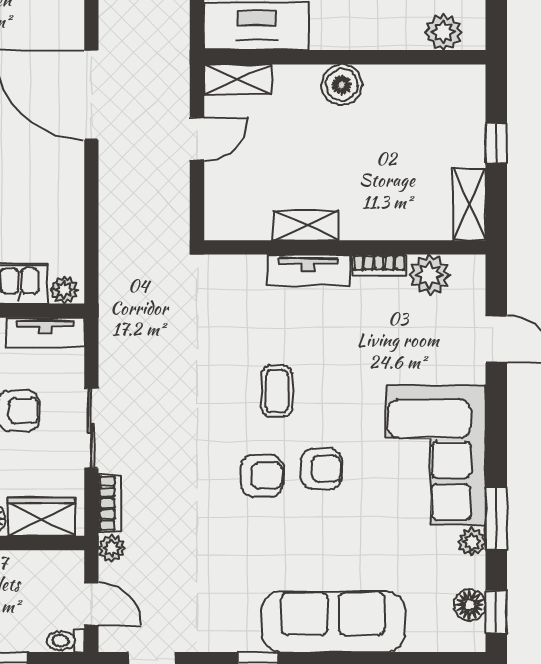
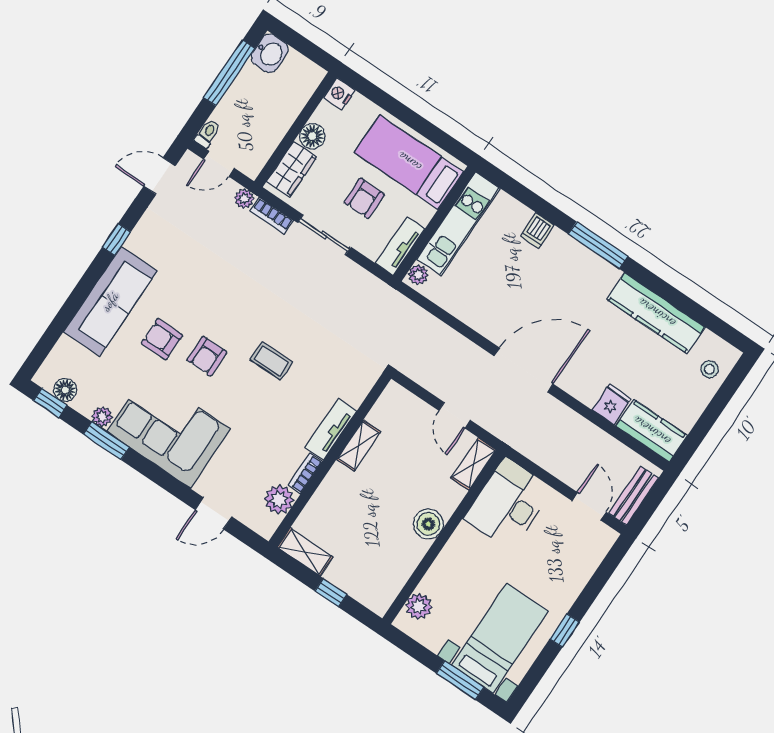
armchair: (262, 476) -> (162, 339), moved, turned 90

